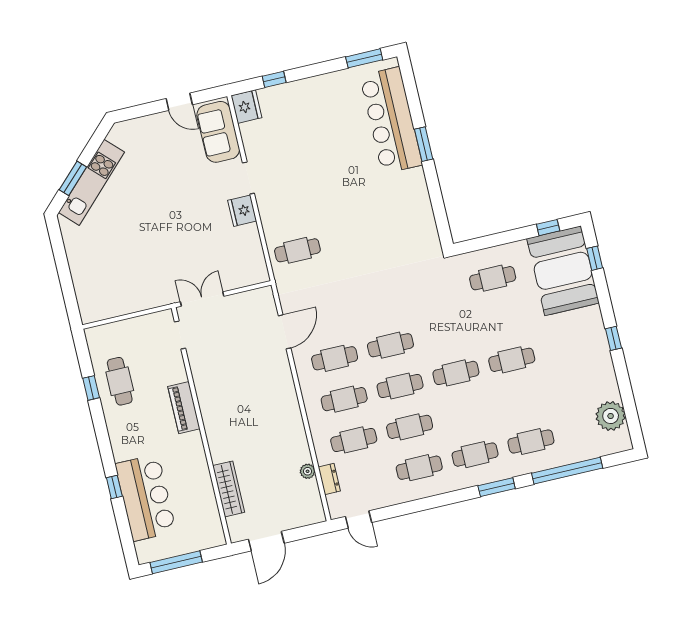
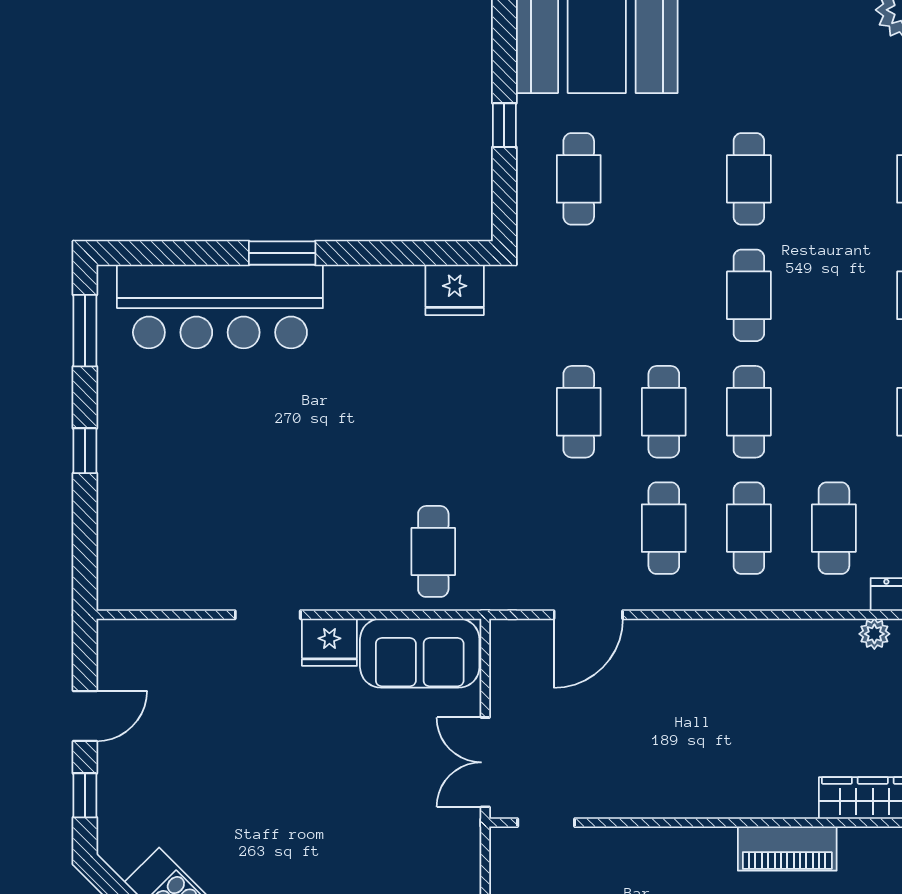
window: (274, 79) -> (85, 451), moved
fridge: (246, 107) -> (455, 290), moved, turned 180
window: (141, 111) -> (85, 795), added
sofa: (218, 132) -> (420, 653), moved
window: (548, 228) -> (504, 125), moved
door: (285, 332) -> (588, 615), swing flipped
piano: (184, 408) -> (787, 849), moved
cafe table: (410, 427) -> (579, 412), moved

